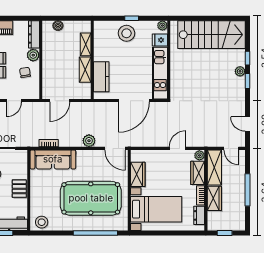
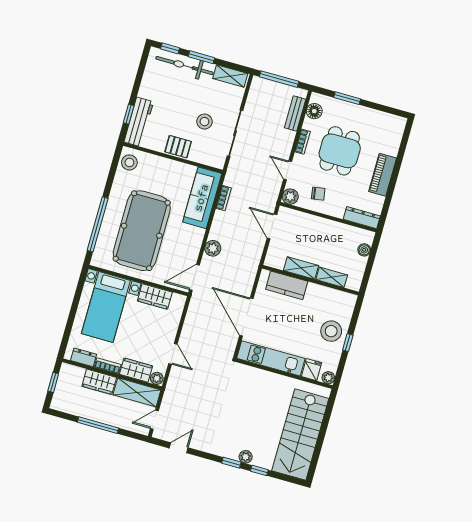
plant: (33, 55) -> (290, 197), moved

